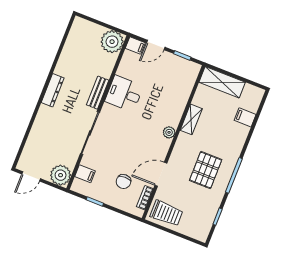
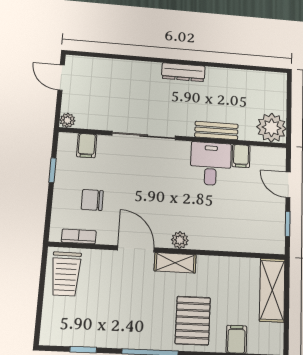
filing cabinet: (135, 45) -> (241, 156), moved
bench: (98, 93) -> (216, 131), moved
shelving: (191, 119) -> (175, 263), moved
pallet: (206, 170) -> (193, 321), moved, turned 90
door: (161, 174) -> (136, 249), moved
plant: (61, 175) -> (67, 120), width x0.53, depth x0.53

